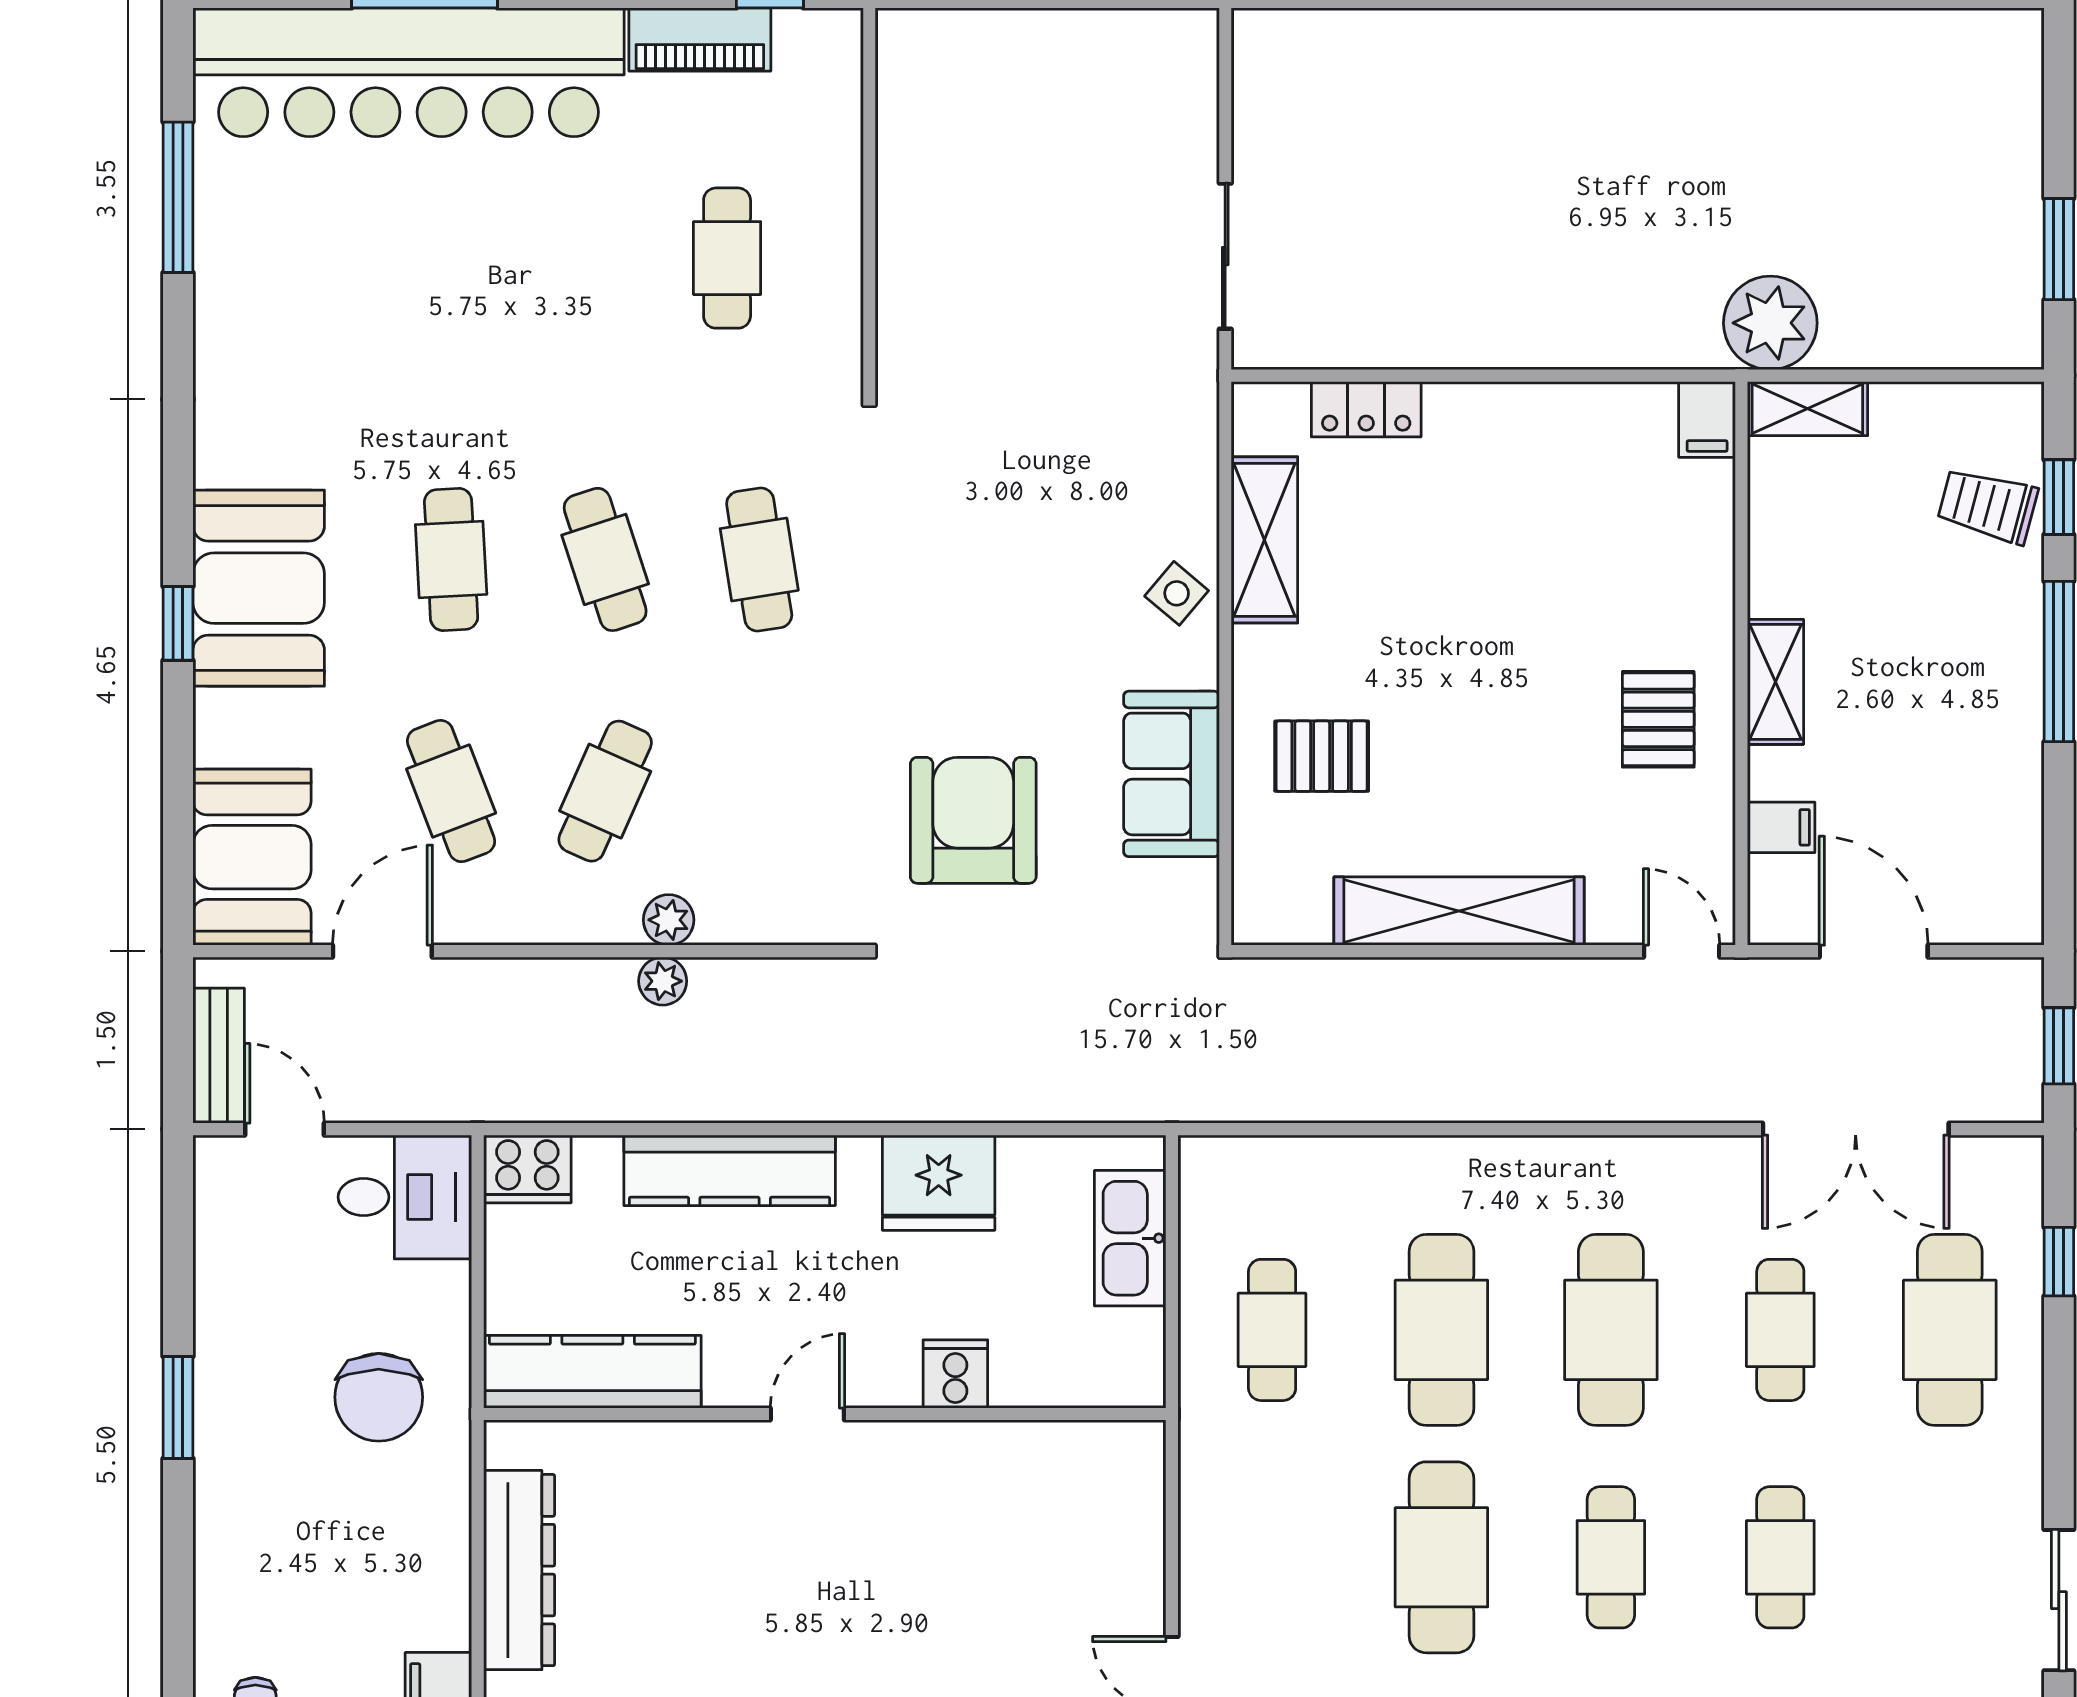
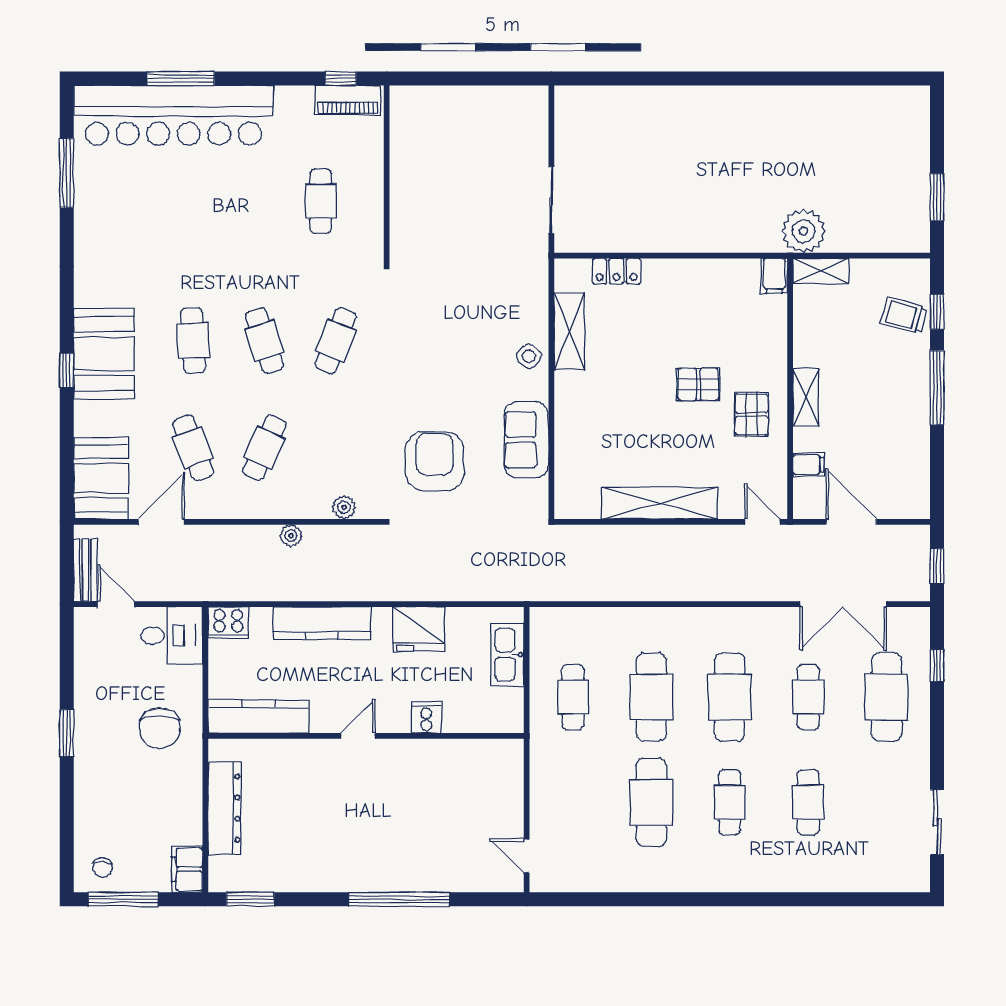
piano: (700, 40) -> (348, 100), moved
cafe table: (759, 559) -> (336, 341), turned 30
pallet: (1322, 756) -> (698, 384), moved
plant: (669, 920) -> (344, 507), moved

